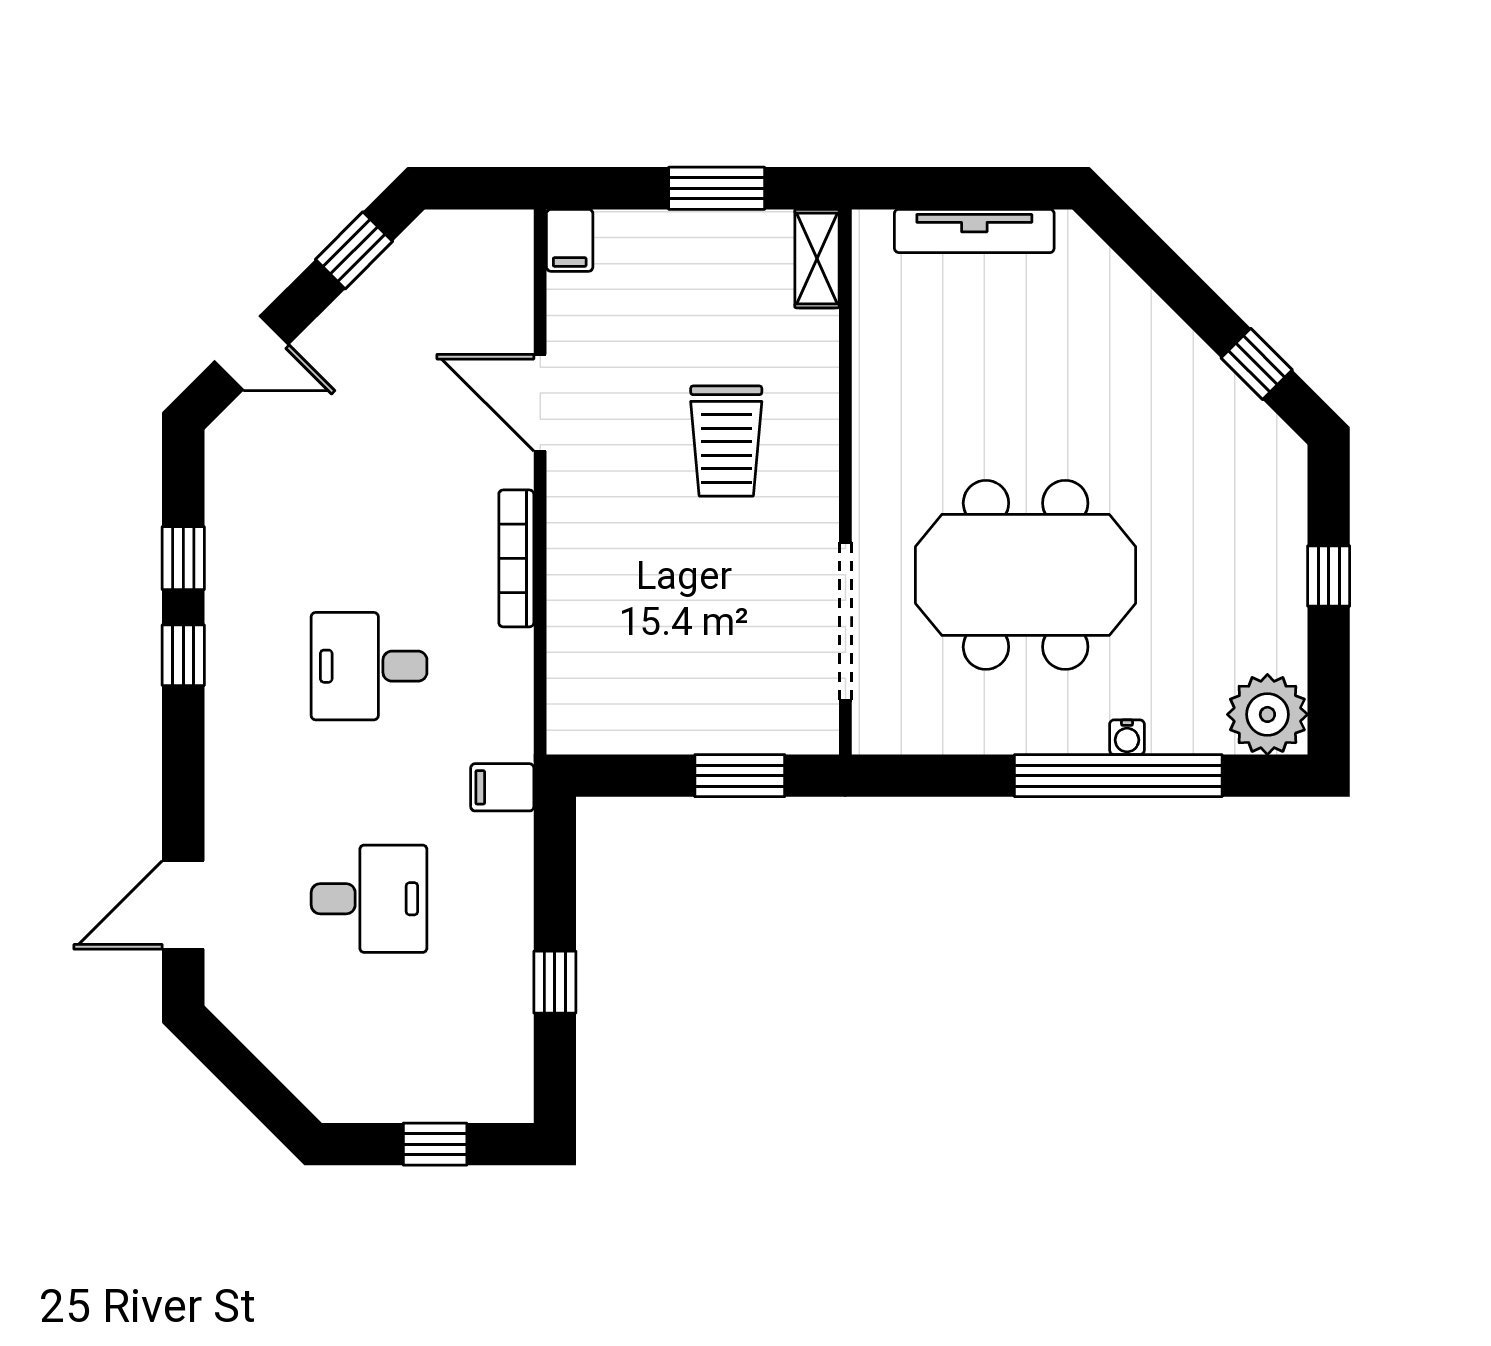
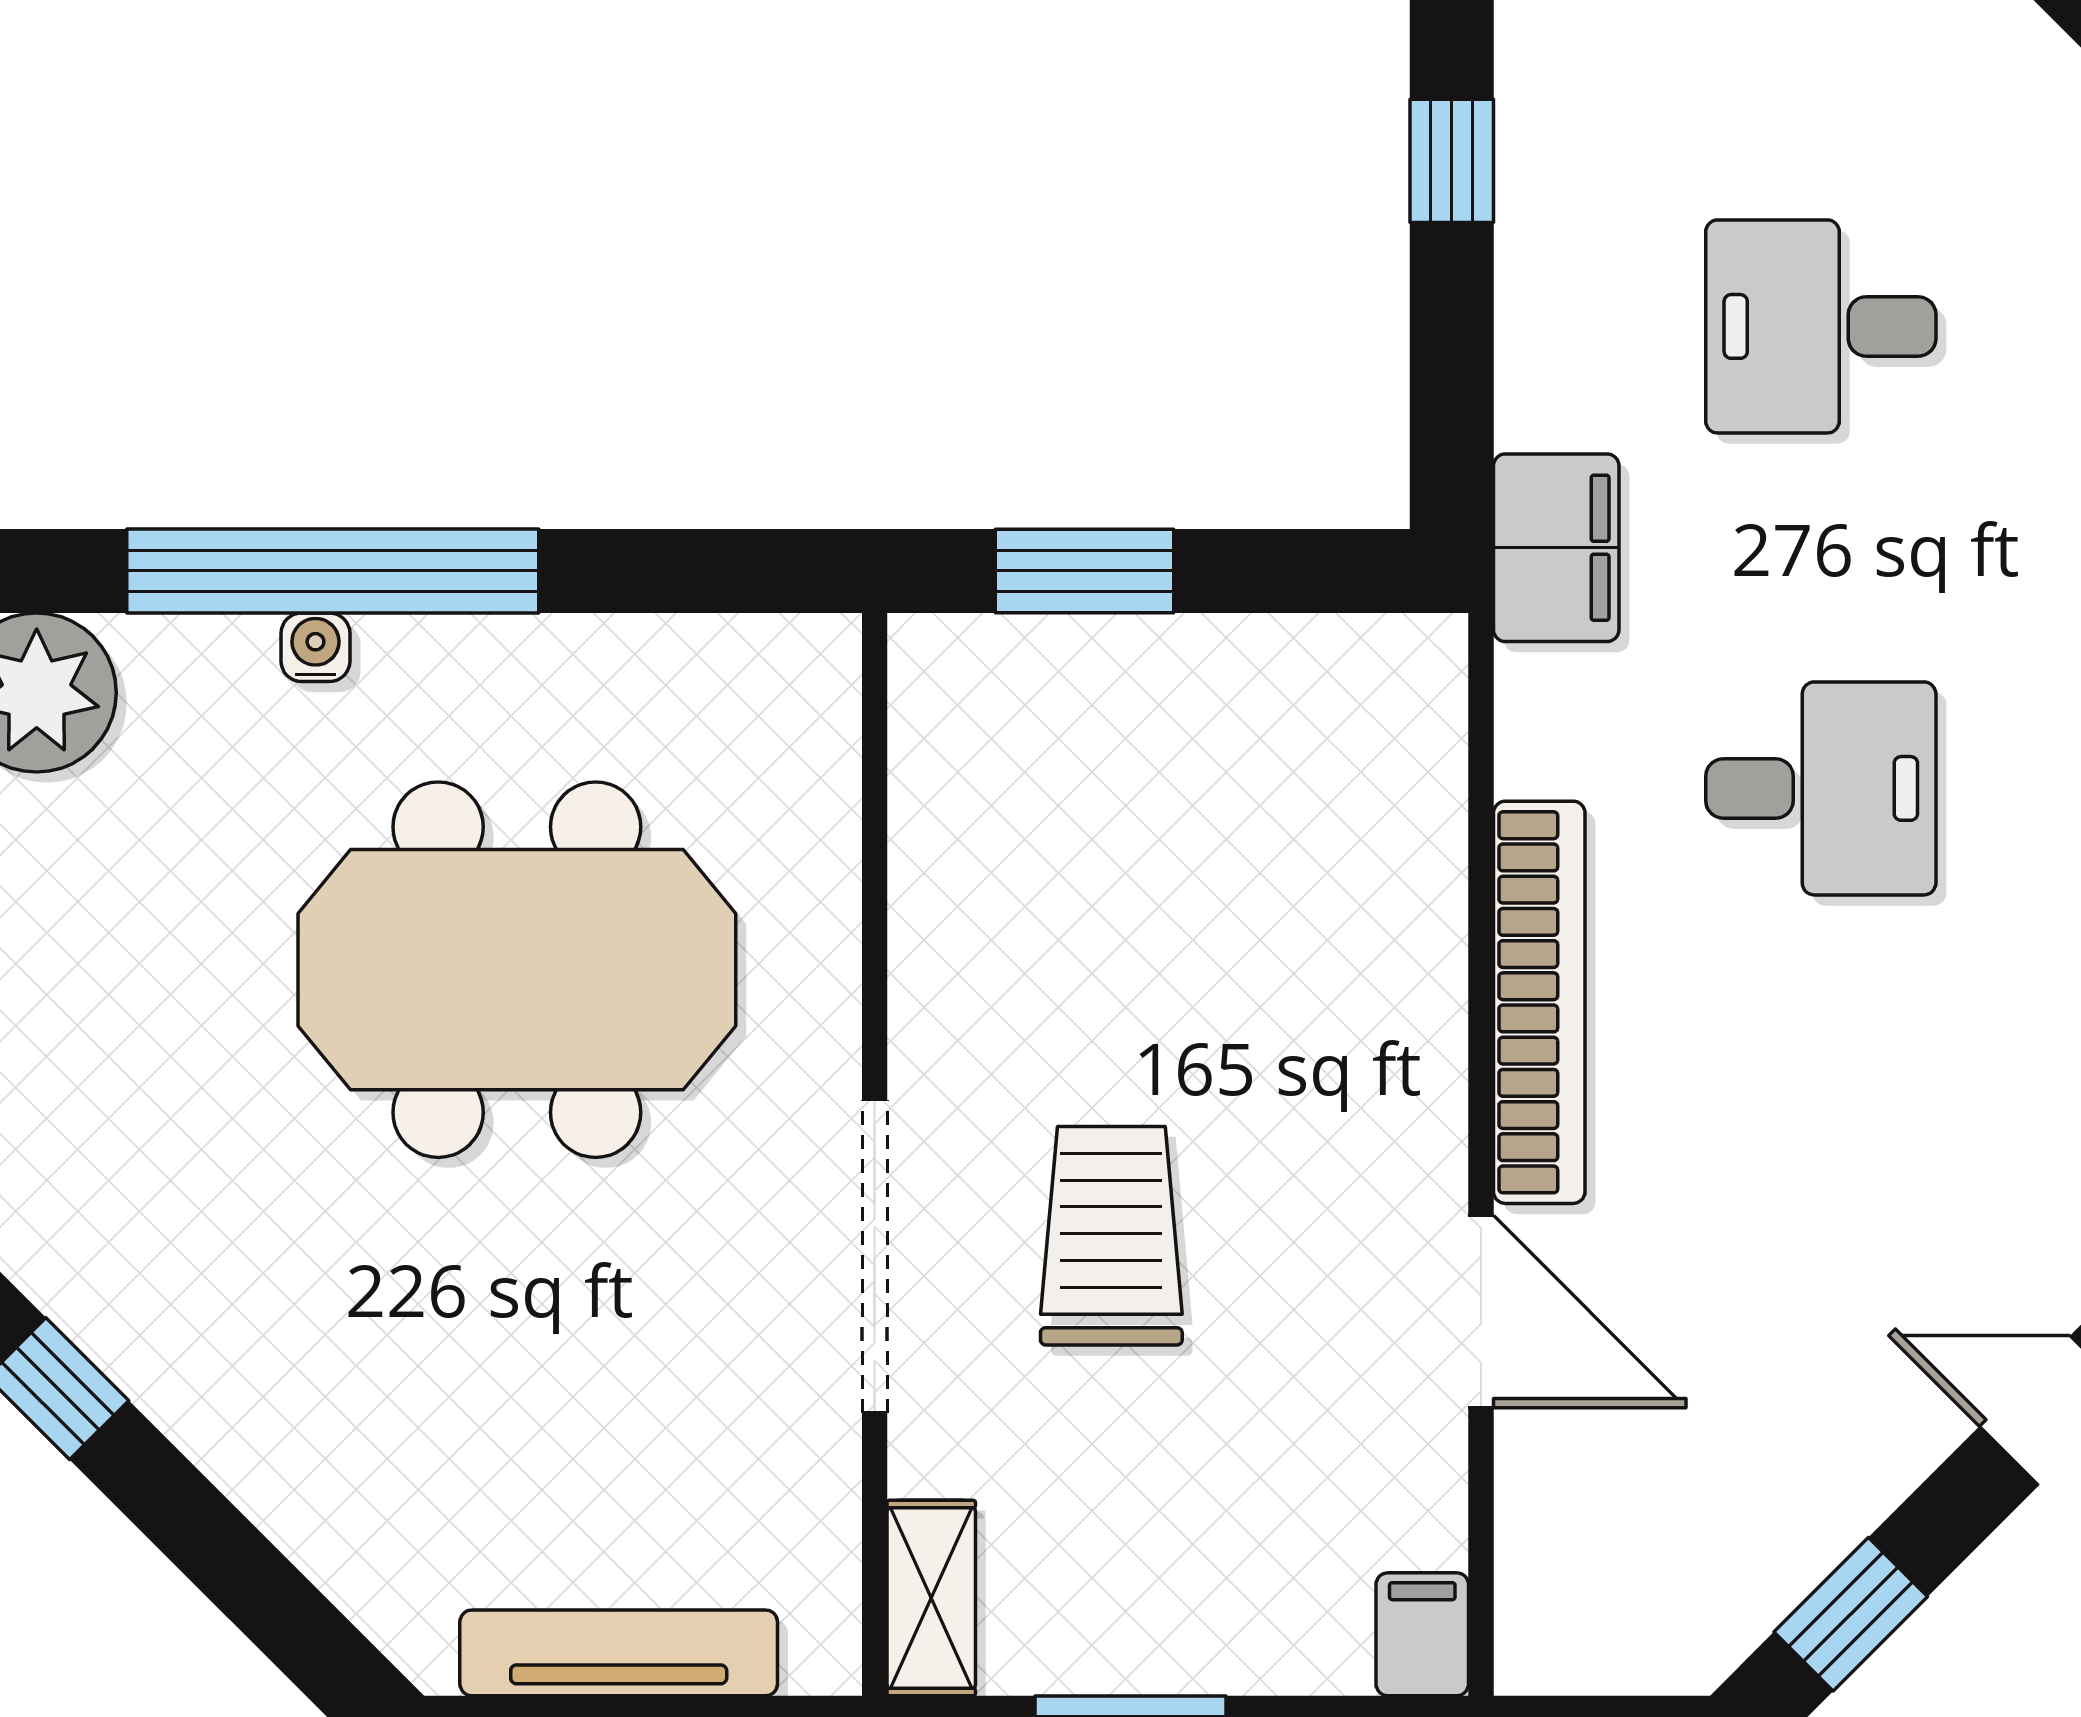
bookcase: (516, 558) -> (1539, 1002), width x1.48, depth x1.31
doorway: (845, 621) -> (875, 1256), moved
filing cabinet: (502, 787) -> (1556, 548), width x2.00

